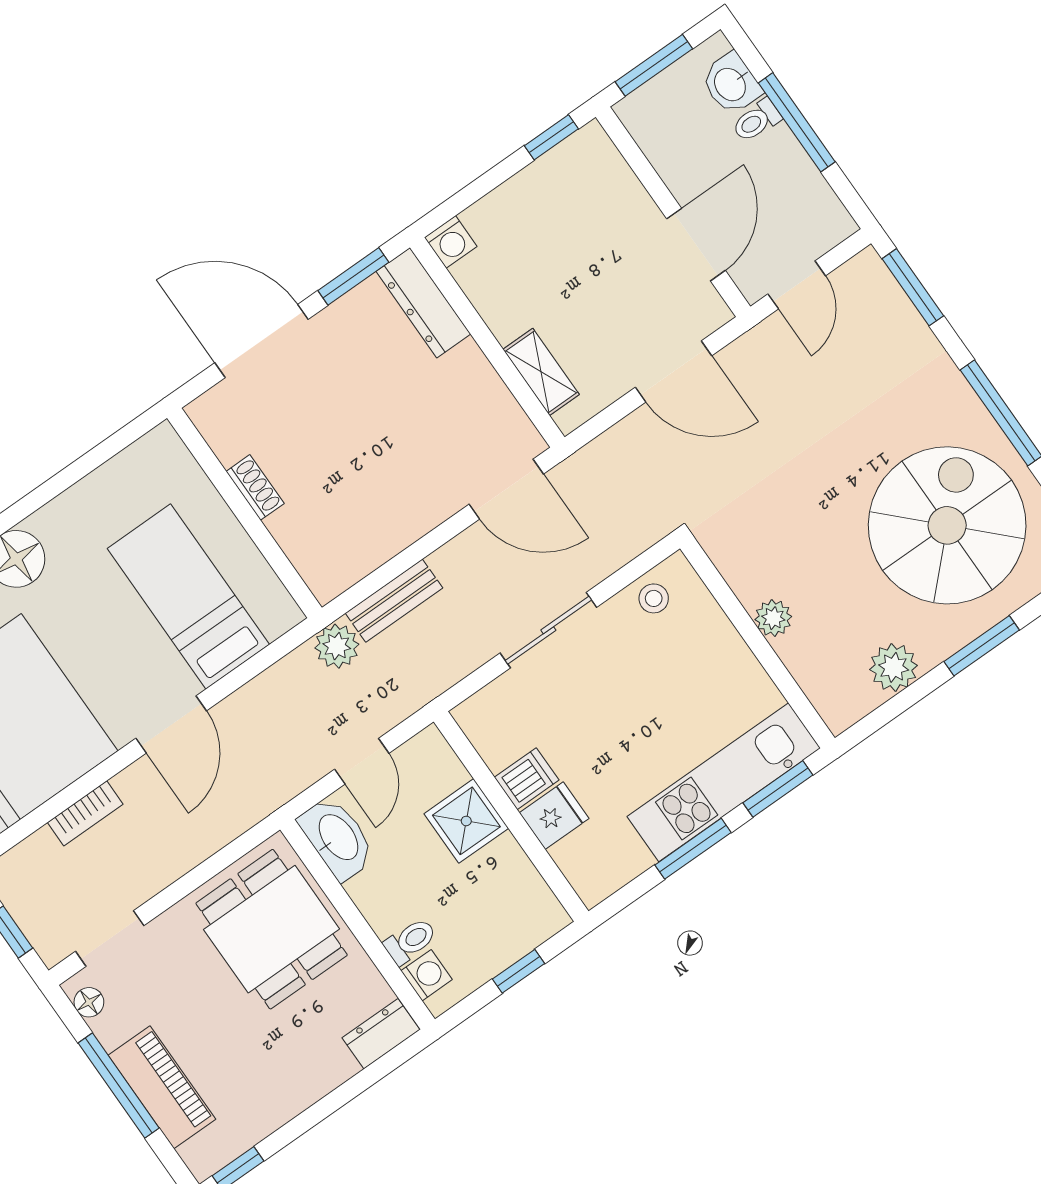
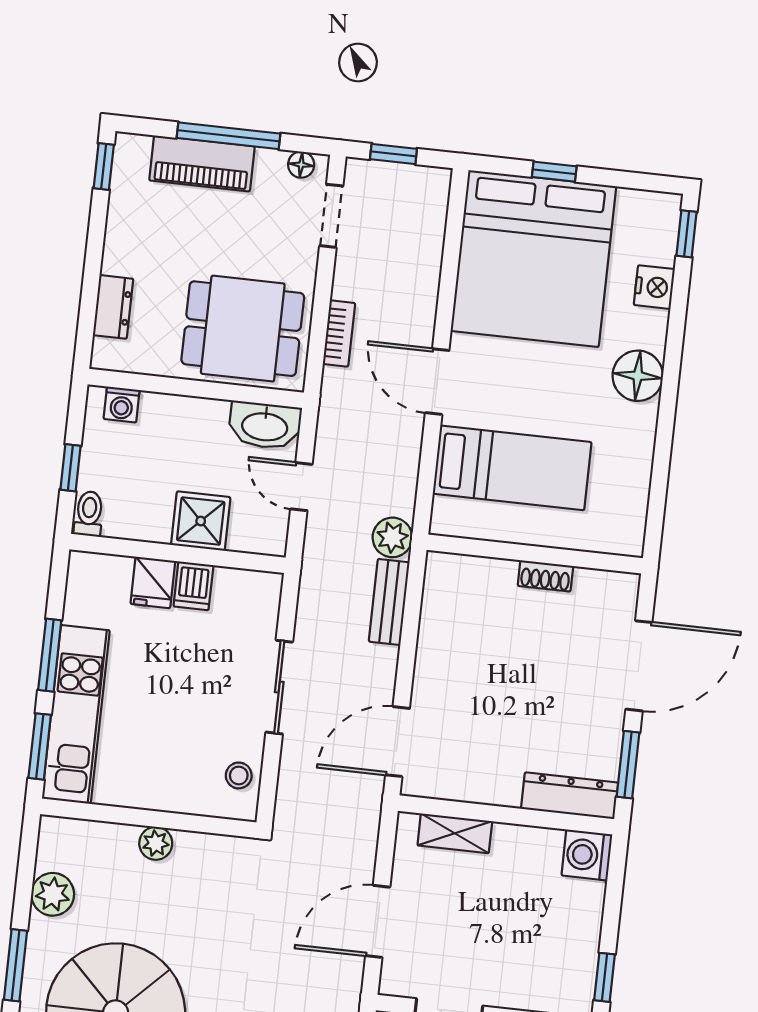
washing machine: (451, 242) -> (587, 855), width x1.38, depth x1.38
bookcase: (85, 813) -> (339, 333), moved, turned 180
toilet: (410, 941) -> (89, 514), moved, turned 180
dresser: (381, 1034) -> (113, 307), moved

